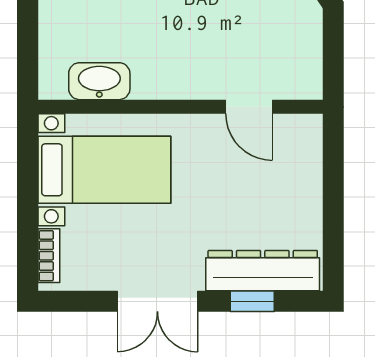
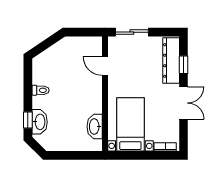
door: (249, 107) -> (105, 66), swing flipped
sliding door: (333, 173) -> (132, 32), added

